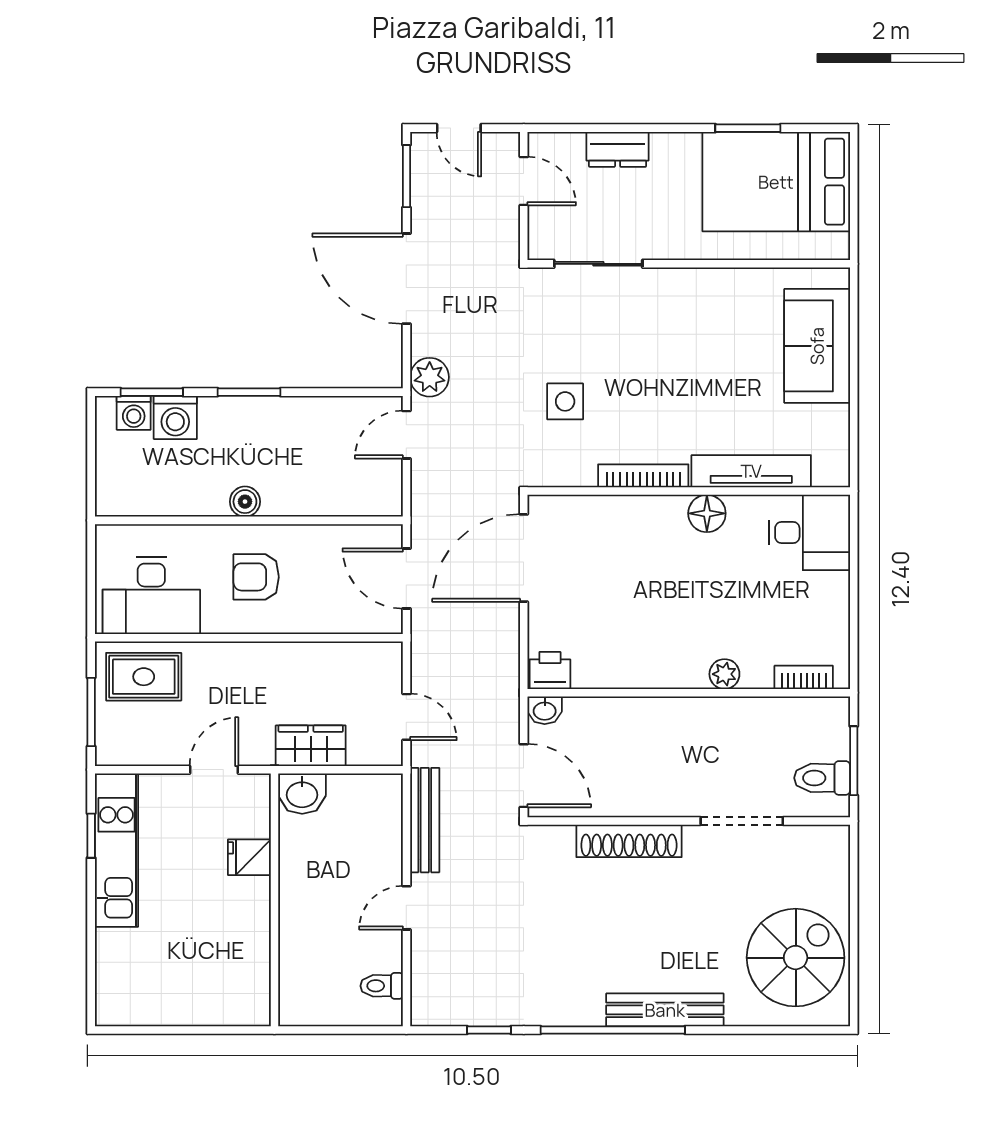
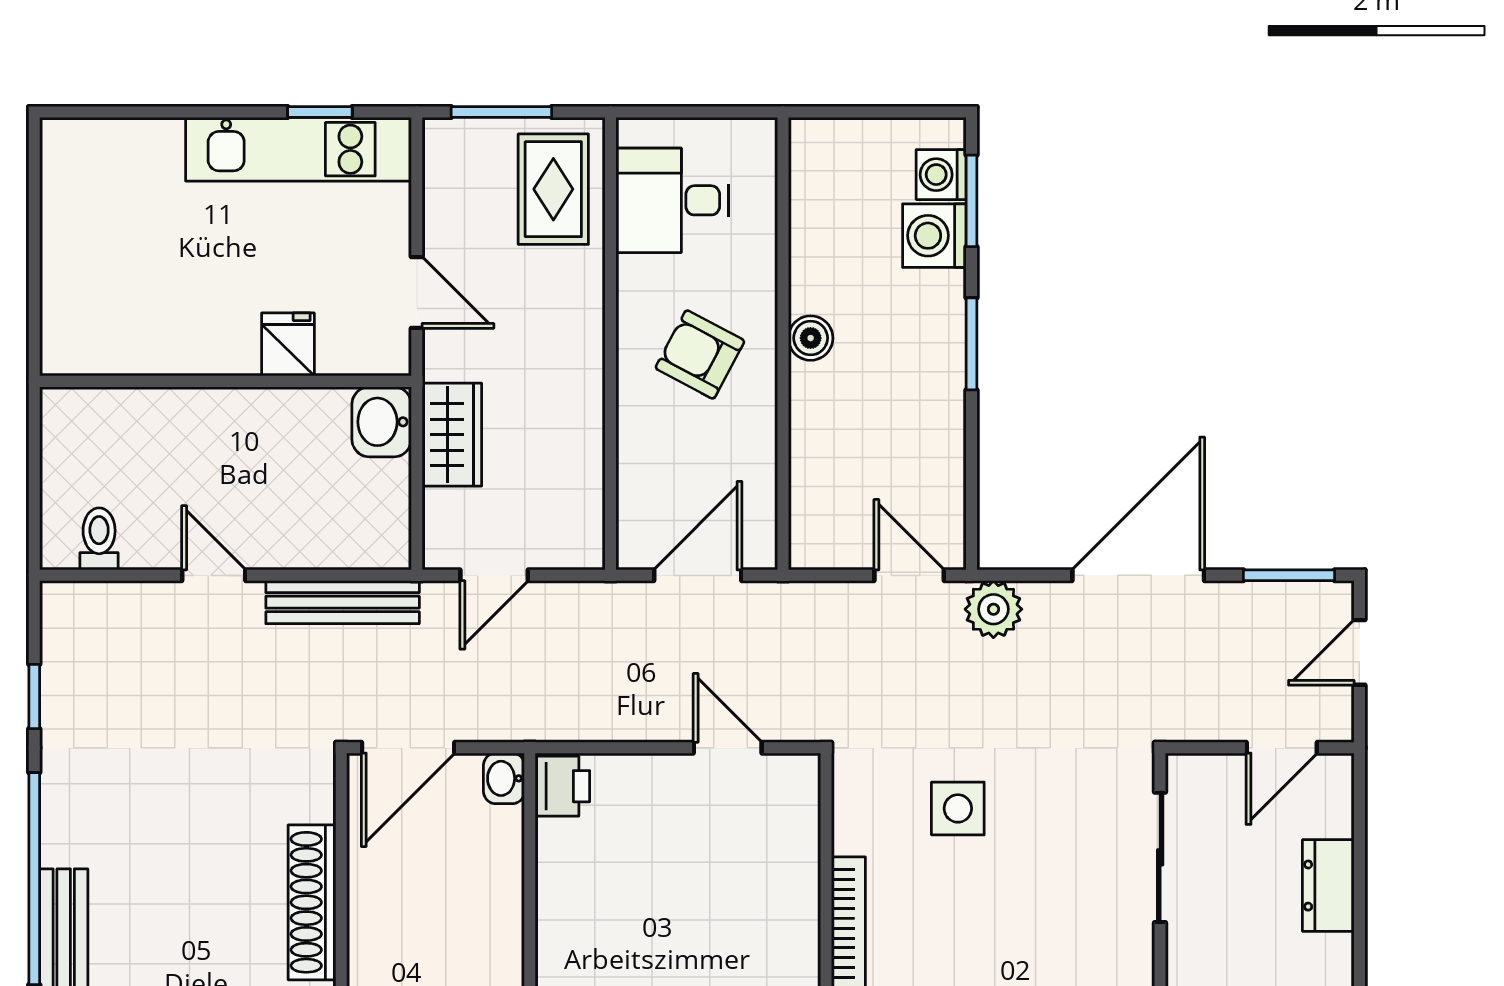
door: (524, 558) -> (728, 748), width x0.53
armchair: (256, 577) -> (700, 354), turned -62
desk: (151, 596) -> (672, 200), width x0.73

